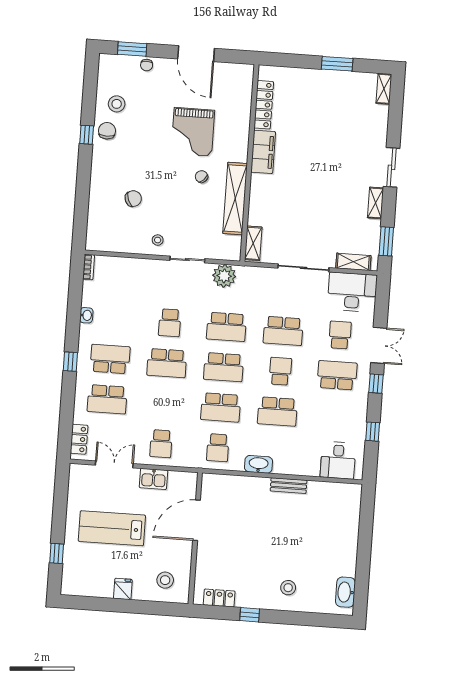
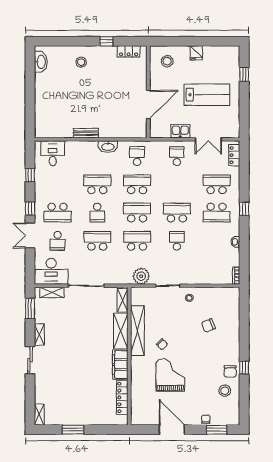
shelving: (259, 200) -> (121, 331), added

